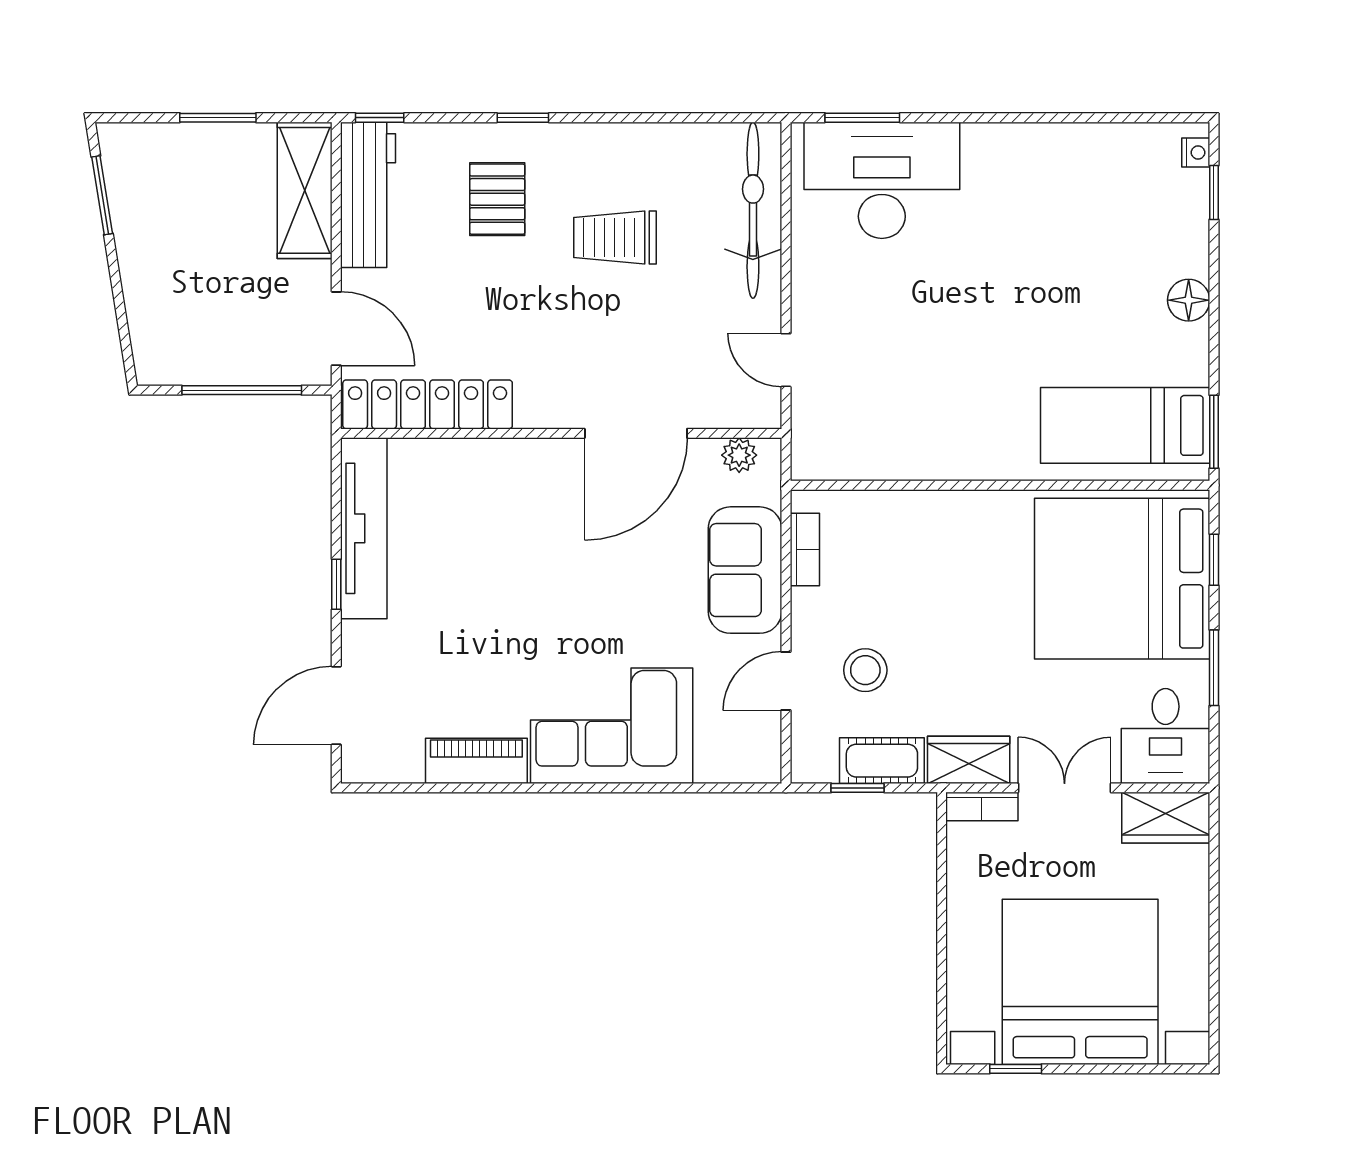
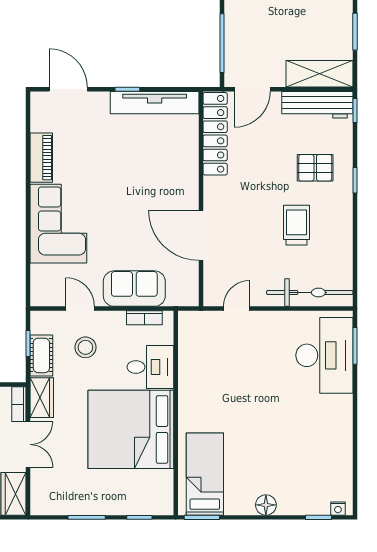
plant: (739, 455) -> (190, 286), removed
bed: (1122, 579) -> (131, 429), moved, turned -90
desk: (1166, 736) -> (150, 367), moved, turned 180

